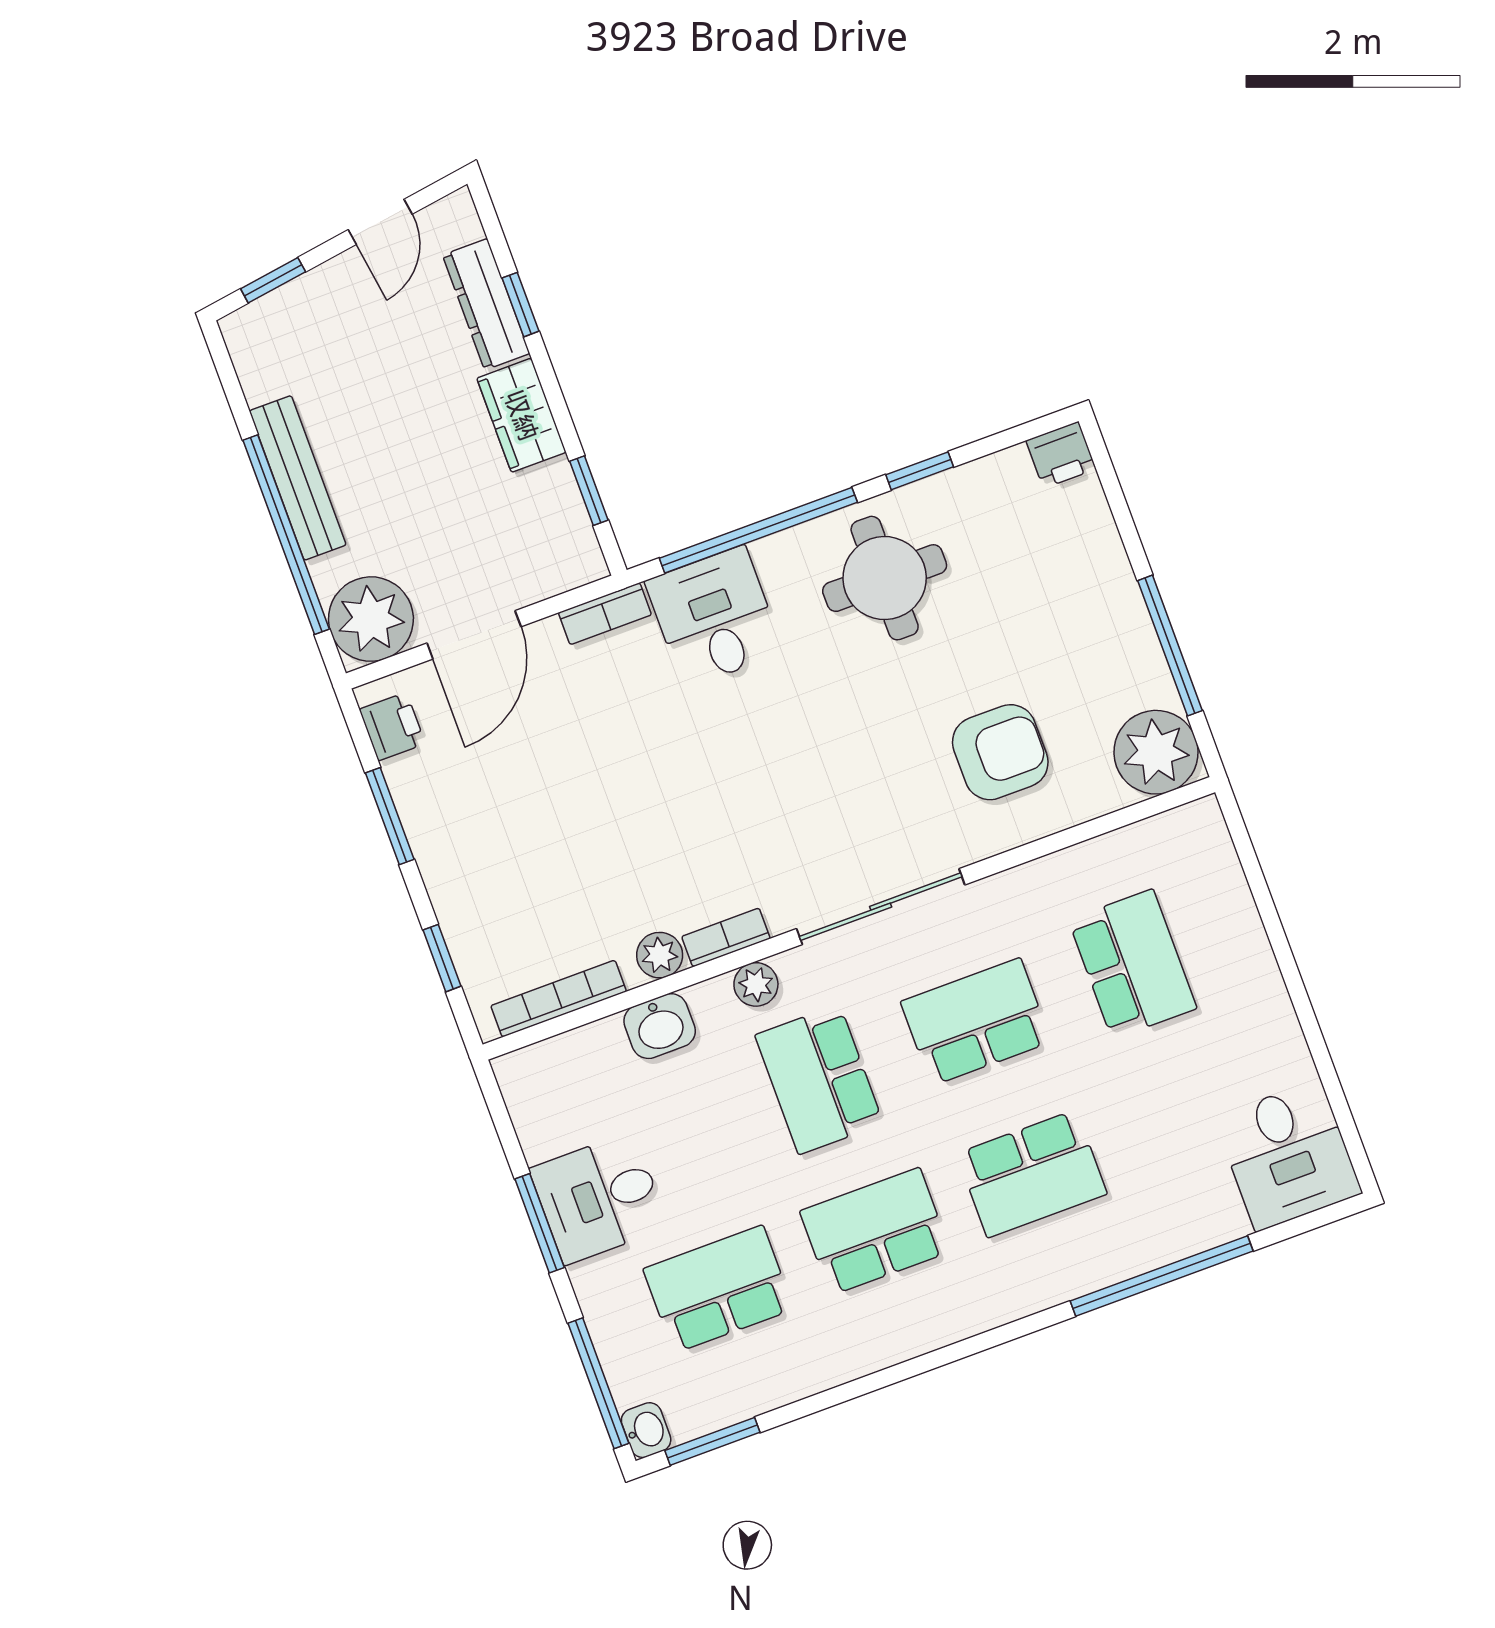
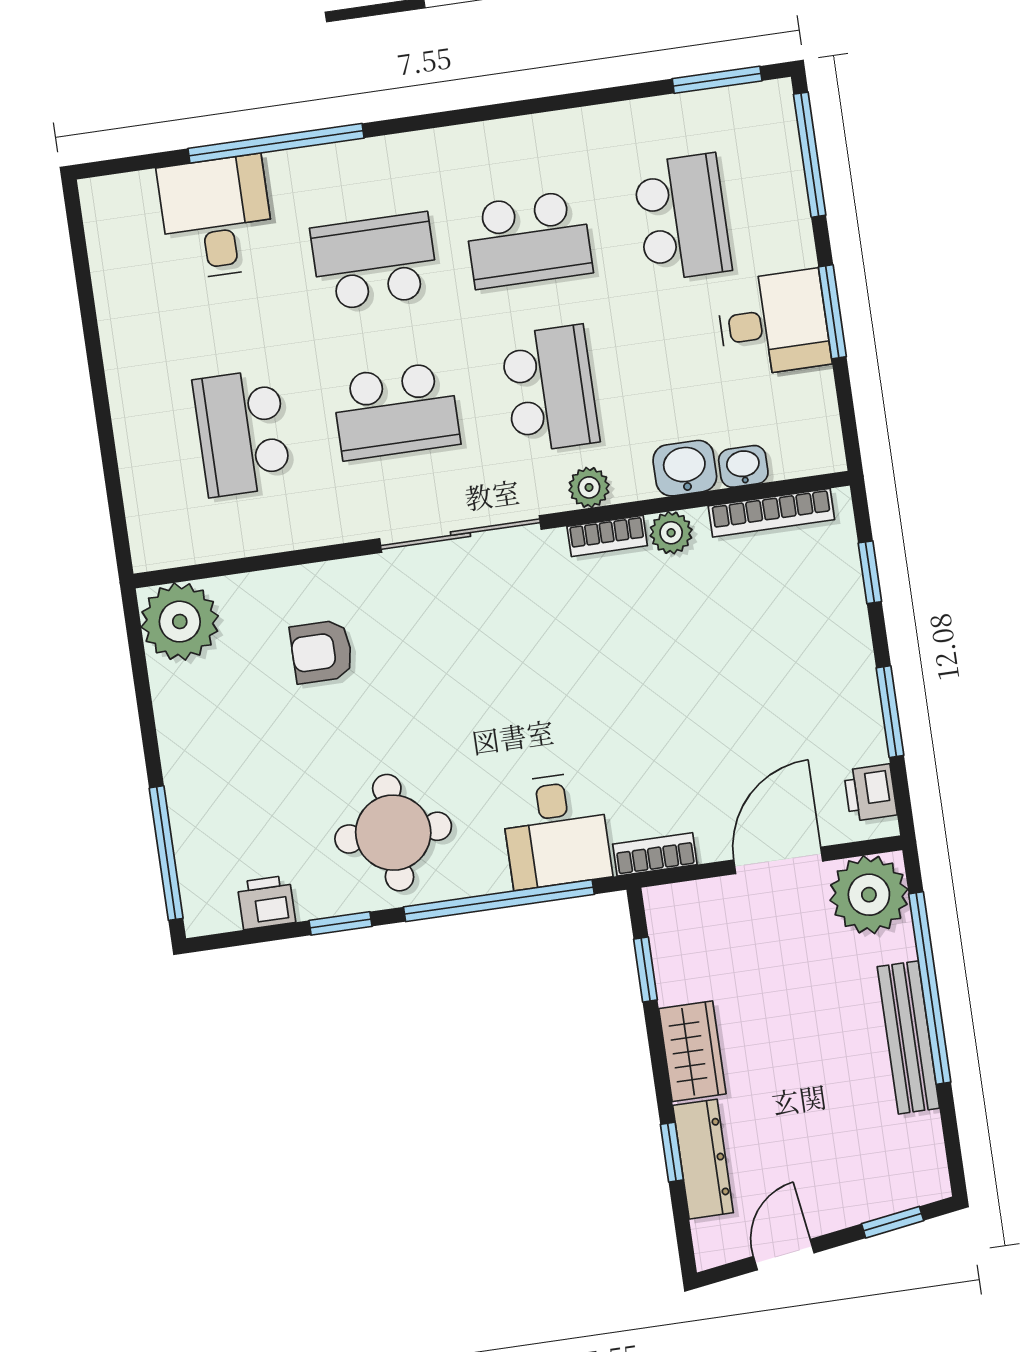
printer: (1061, 455) -> (266, 902), moved
window: (1170, 646) -> (166, 853), moved
armchair: (1000, 752) -> (322, 652), width x0.72, depth x0.72
desk: (1288, 1155) -> (216, 217), moved
school desk: (718, 1289) -> (682, 217), turned -90
washbasin: (646, 1430) -> (743, 466), moved, turned 90

